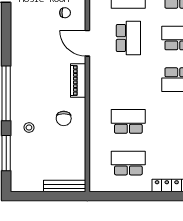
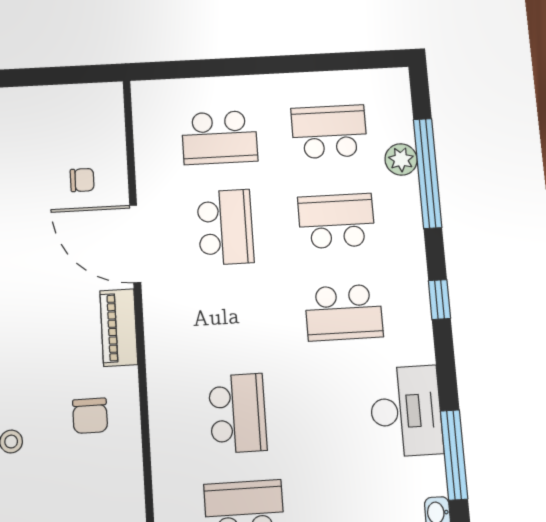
door: (87, 43) -> (135, 244), width x1.36
school desk: (128, 121) -> (238, 413), turned 90

